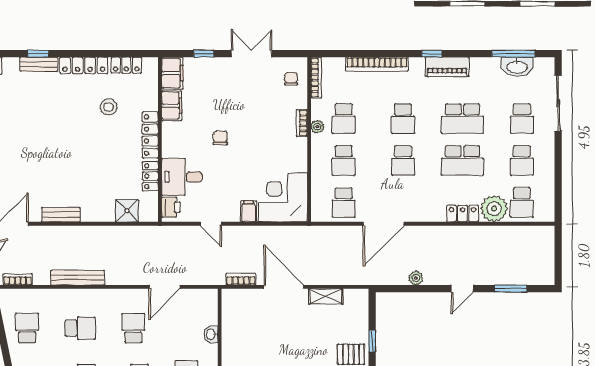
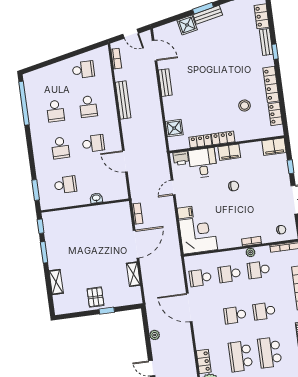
bench: (39, 64) -> (266, 42), moved
filing cabinet: (172, 106) -> (229, 152), moved
locker: (150, 135) -> (223, 138), width x0.66

